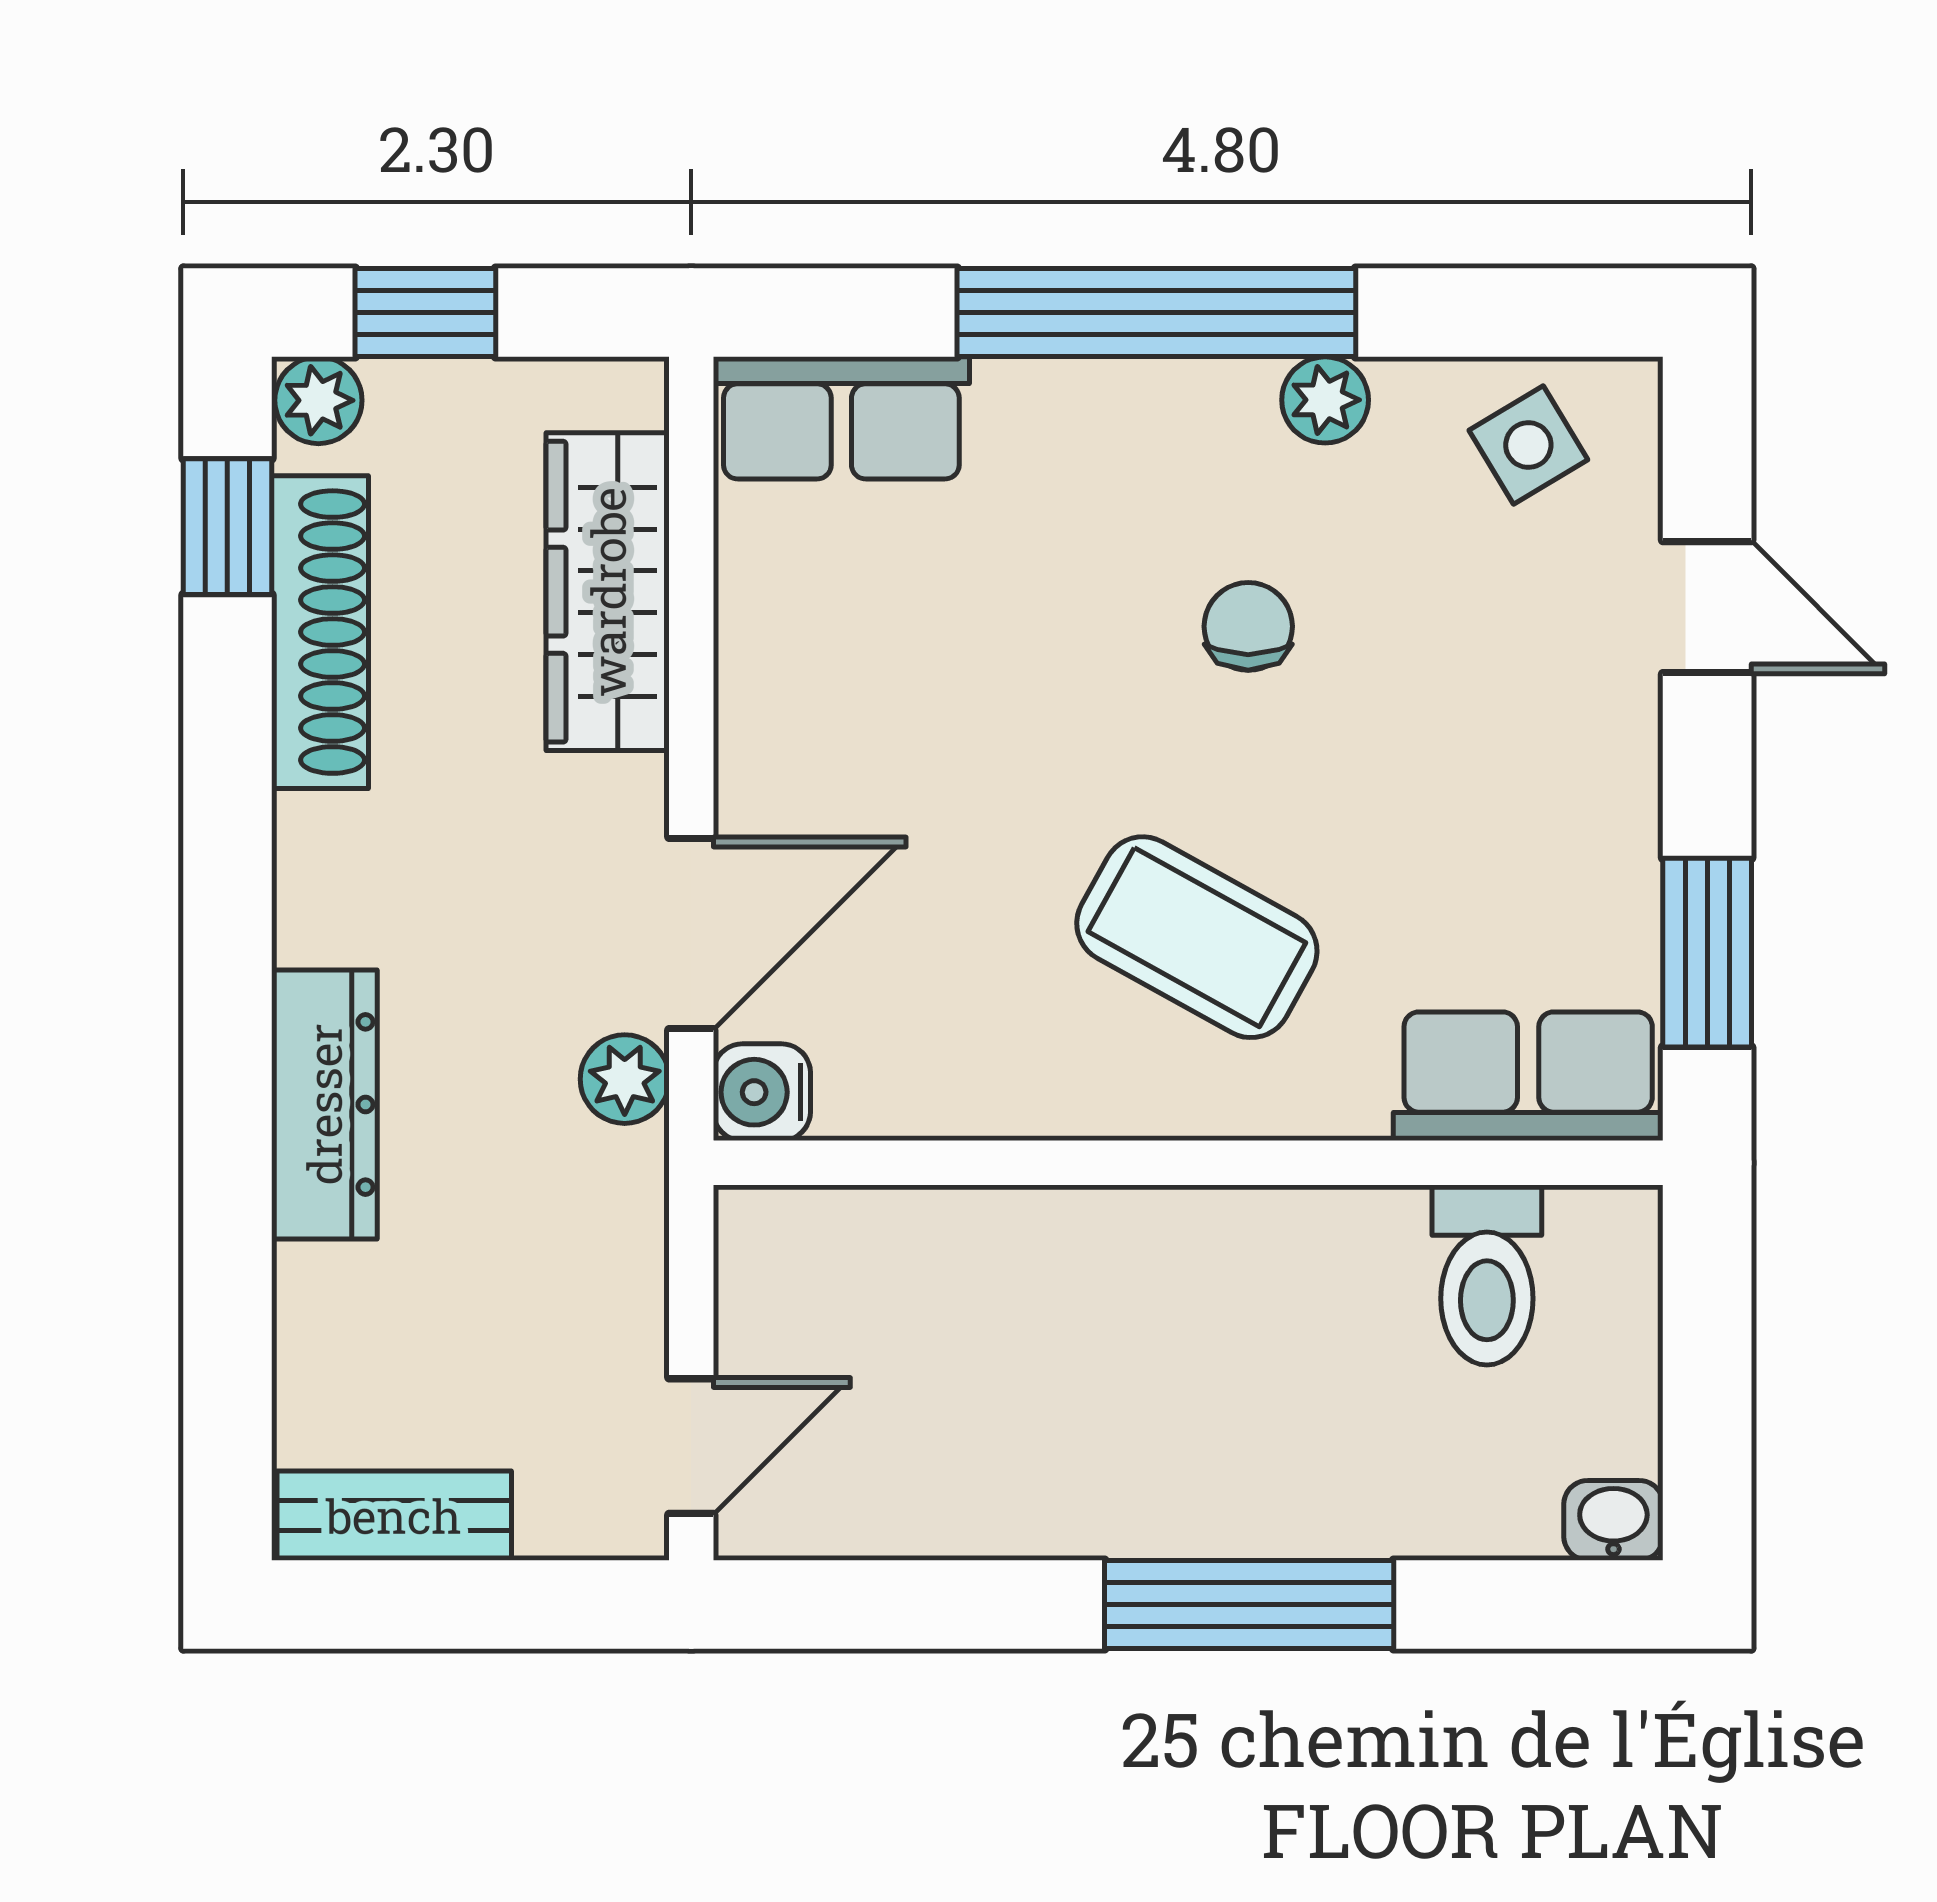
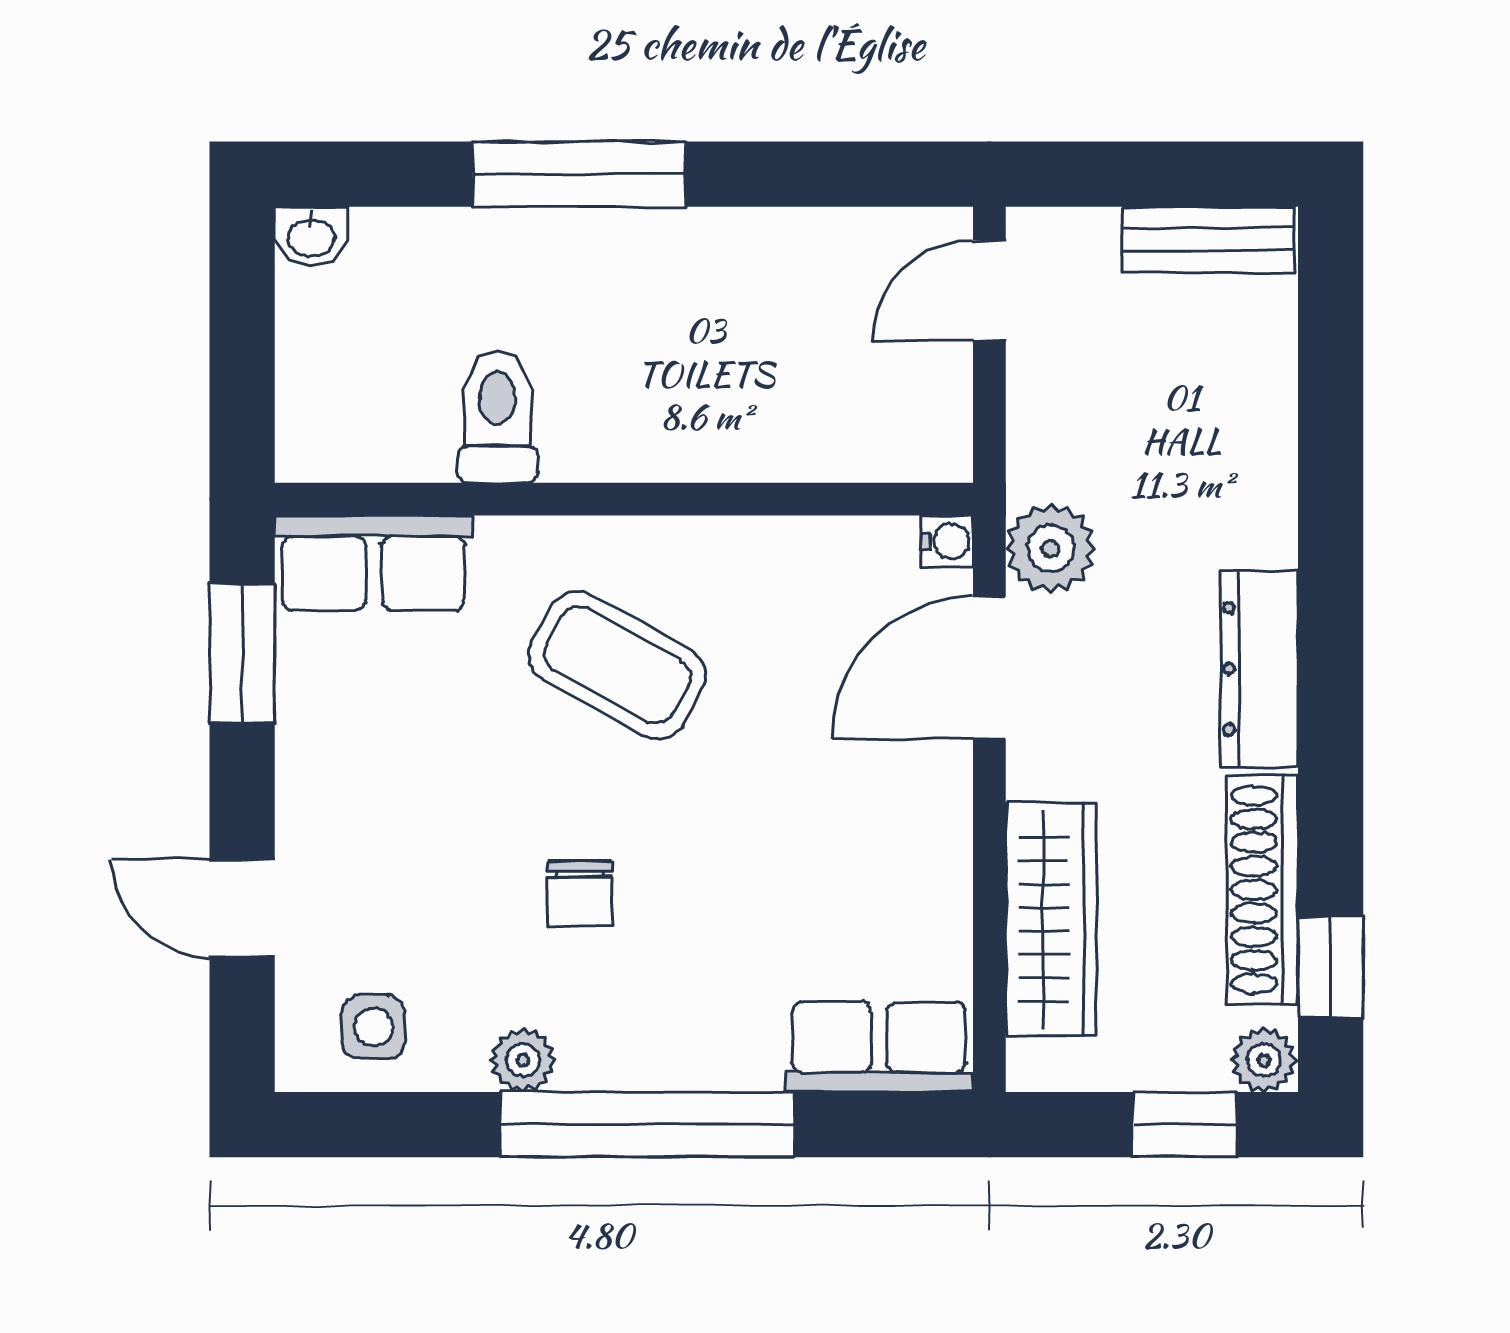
side table: (1528, 445) -> (374, 1027), turned 31
plant: (625, 1079) -> (1051, 548), width x1.38, depth x1.38
water cooler: (762, 1092) -> (947, 541), width x0.72, depth x0.72
dresser: (324, 1104) -> (1259, 669), moved
toilet: (1487, 1275) -> (497, 417), moved

